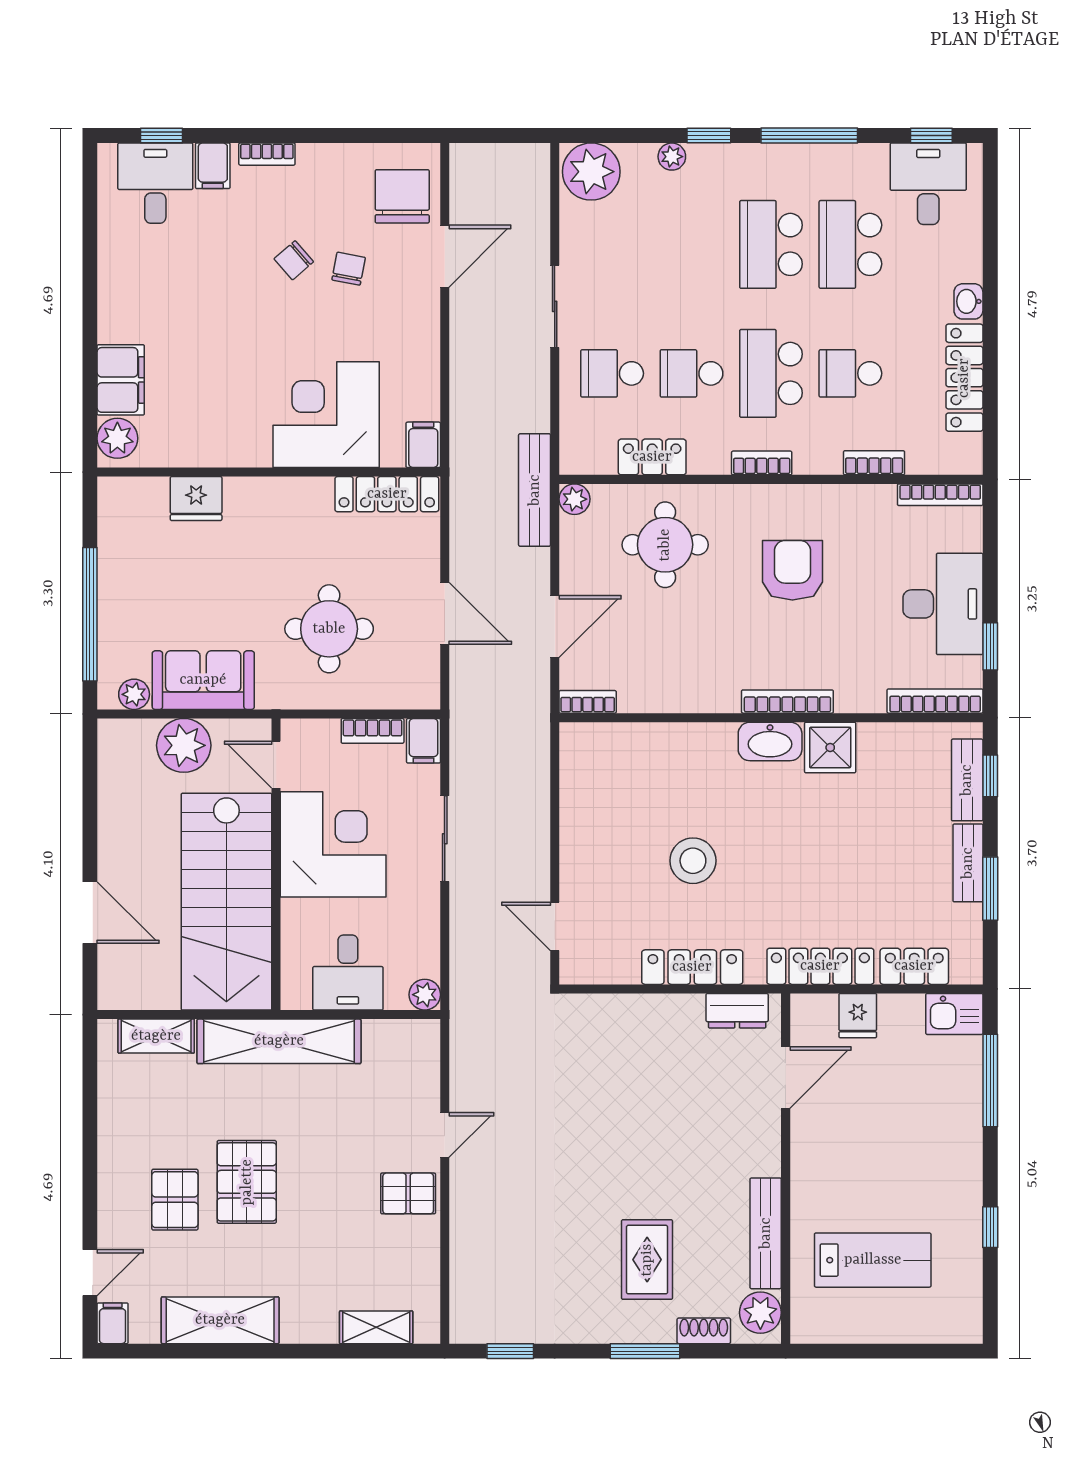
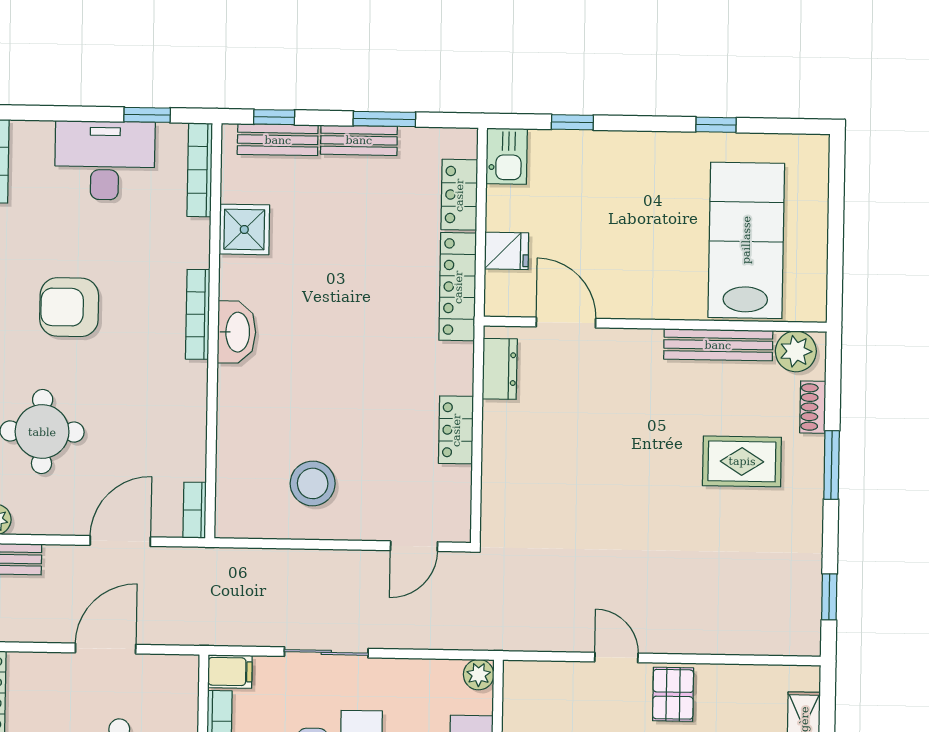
door: (555, 626) -> (120, 541), hinge flipped
shower: (830, 748) -> (244, 229), moved
stool: (693, 861) -> (313, 483), moved
locker: (692, 967) -> (456, 430), width x0.66
window: (990, 1080) -> (572, 122), width x0.46
lab bench: (873, 1260) -> (746, 240), width x1.36, depth x1.39

